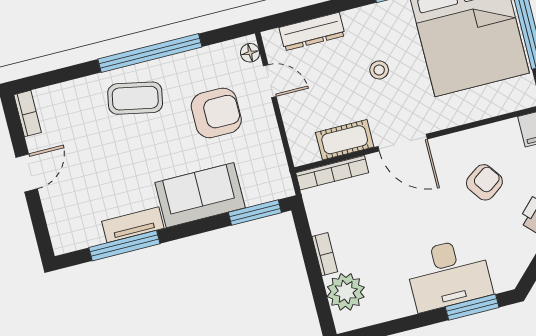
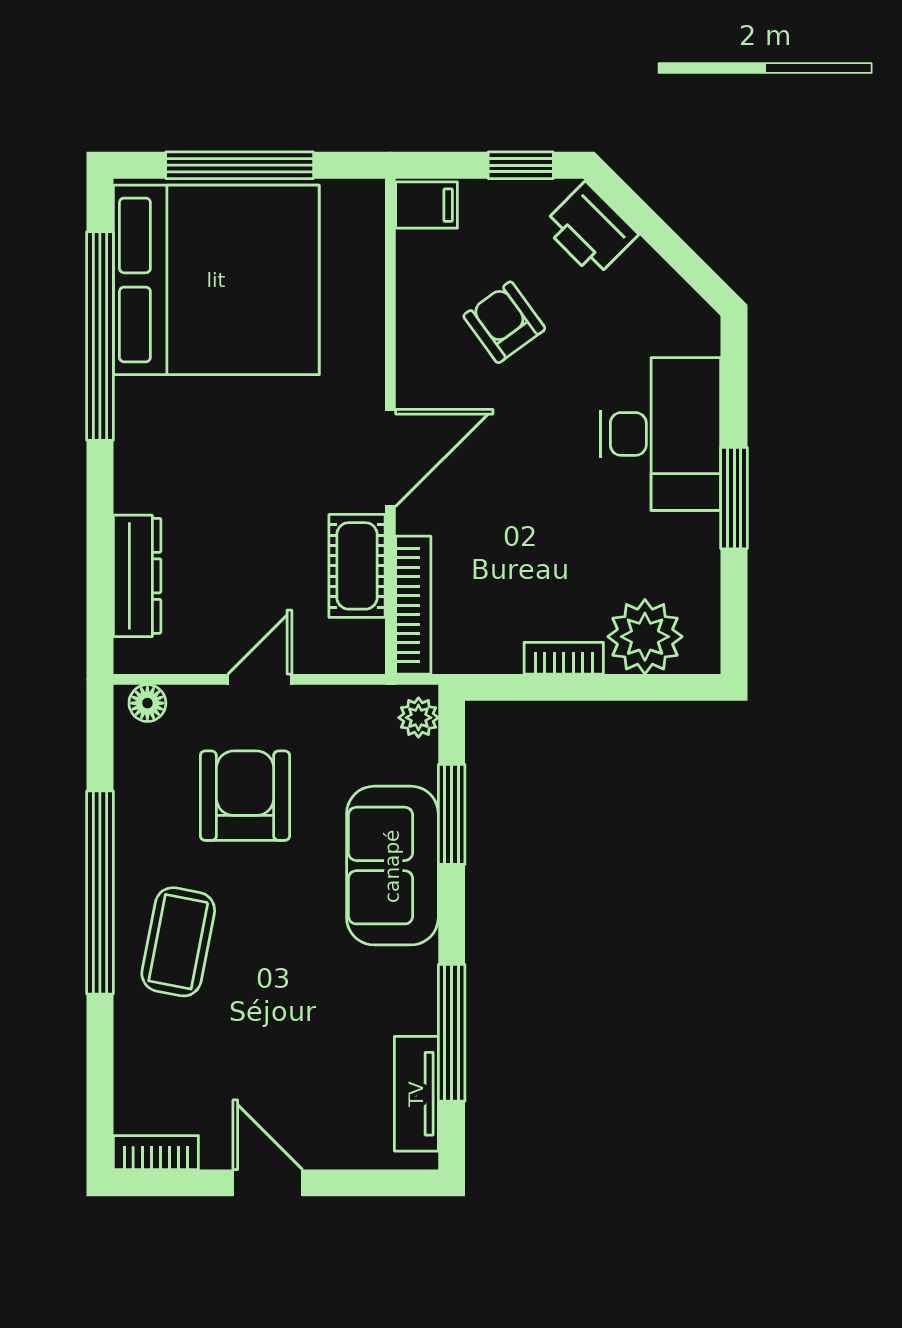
stool: (379, 70) -> (242, 467), removed
door: (270, 81) -> (260, 679), moved
plant: (277, 189) -> (418, 718), added
window: (255, 213) -> (452, 814), moved
tv unit: (133, 225) -> (416, 1094), moved
window: (472, 307) -> (734, 498), moved

